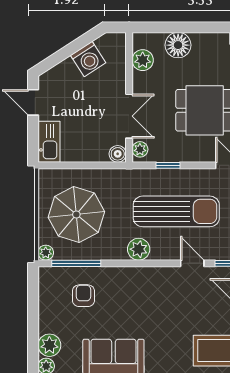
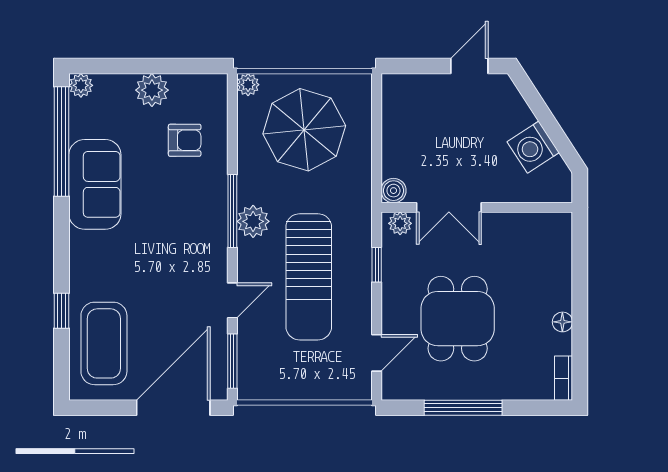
floor lamp: (178, 45) -> (562, 322), moved, width x0.53, depth x0.53
plant: (143, 60) -> (531, 227), removed
kitchen sink: (49, 142) -> (411, 89), removed
window: (76, 263) -> (232, 211), moved
plant: (49, 345) -> (152, 90), moved

